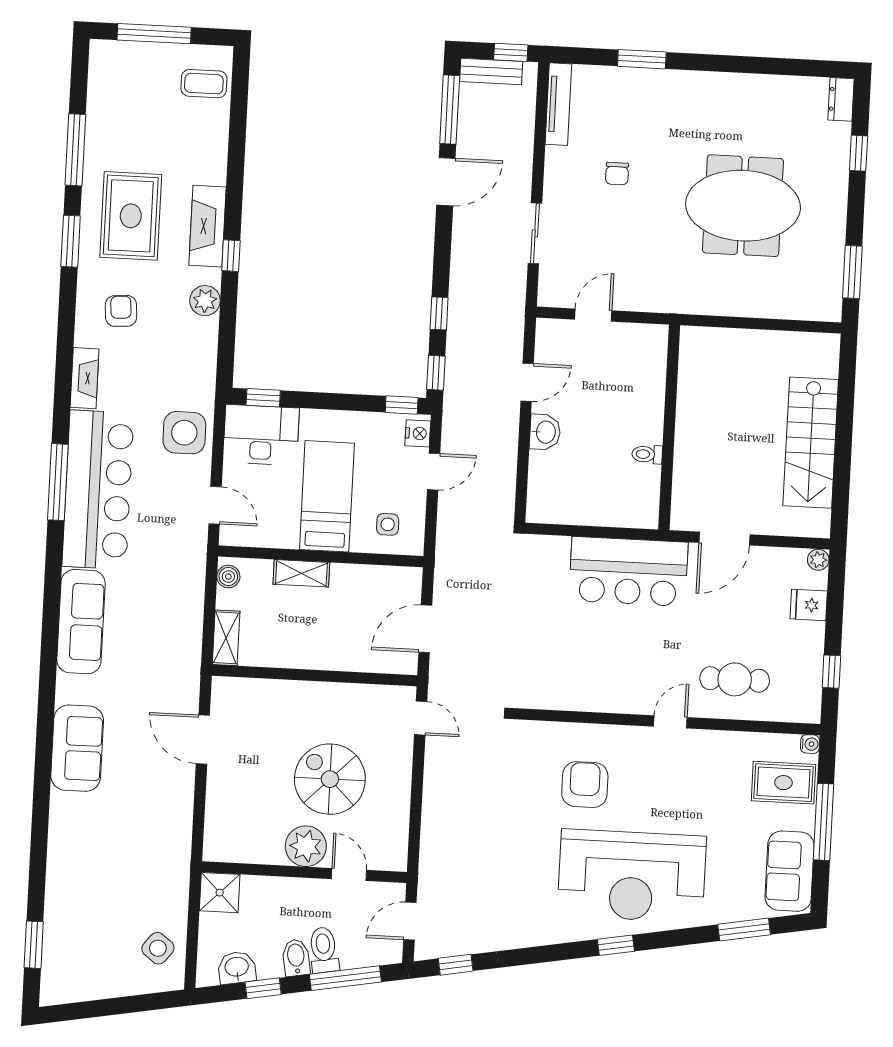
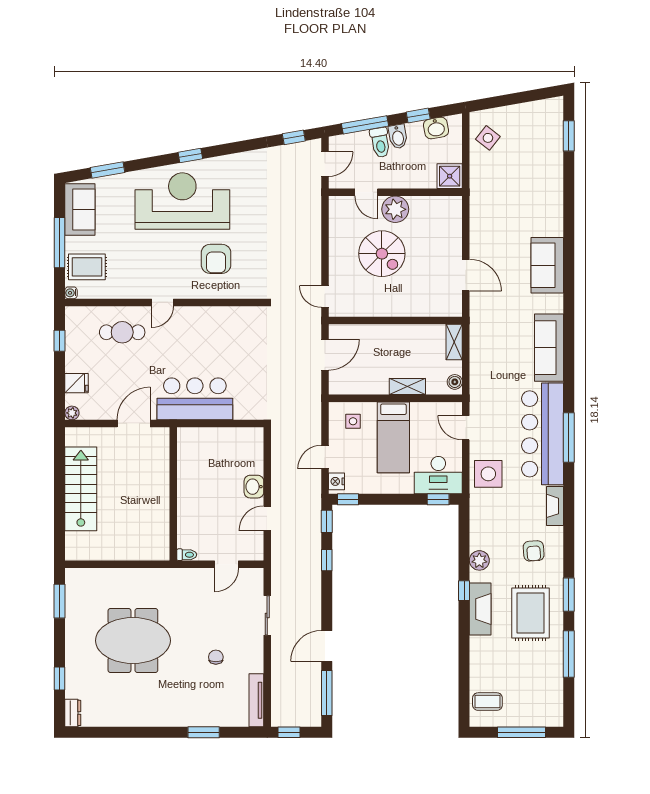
bench: (491, 71) -> (301, 719), removed
toilet: (647, 454) -> (187, 555), moved

